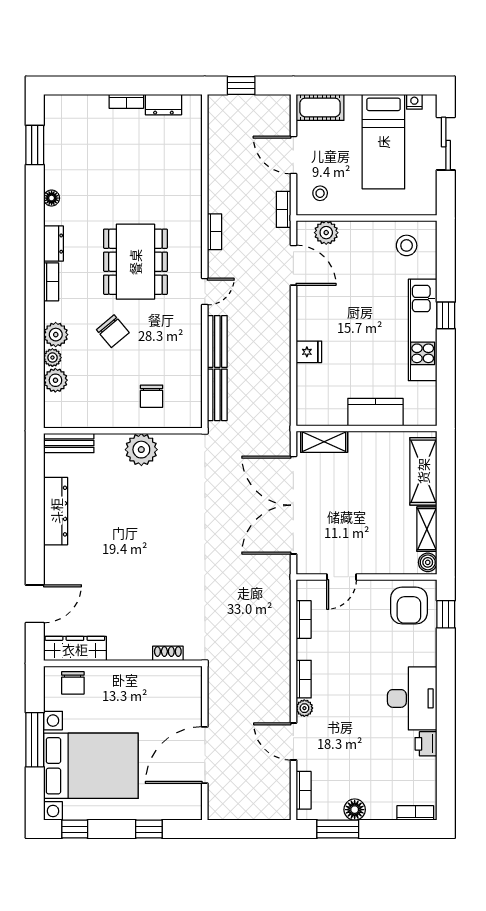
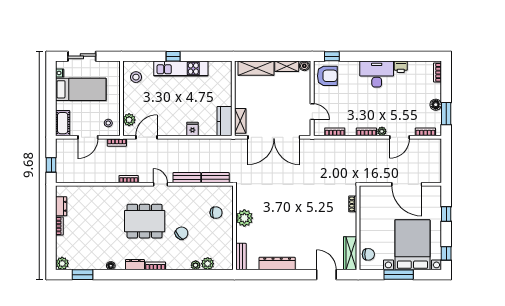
plant: (56, 335) -> (62, 263), moved
kitchen counter: (375, 412) -> (225, 121), moved

